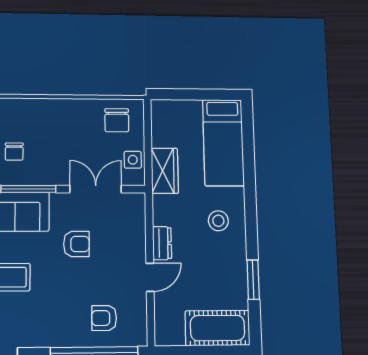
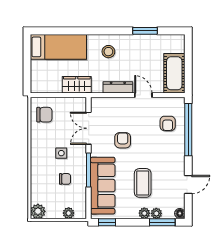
side table: (133, 160) -> (61, 153), moved
dresser: (162, 243) -> (118, 87), width x1.44
cot: (218, 328) -> (174, 73), moved

